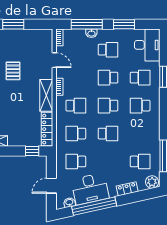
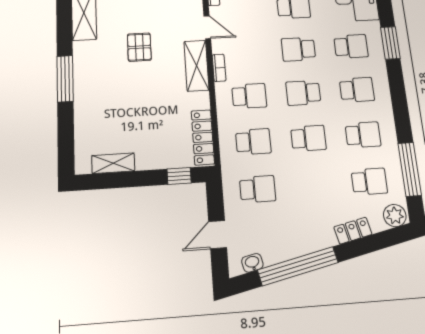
shelving: (46, 95) -> (196, 66), moved
school desk: (140, 106) -> (357, 90), turned 180
school desk: (76, 134) -> (253, 142), turned 180
school desk: (140, 134) -> (363, 135), added
school desk: (76, 161) -> (258, 189), turned 180
desk: (90, 189) -> (287, 235), removed

